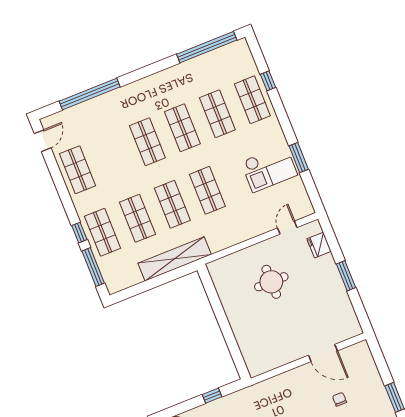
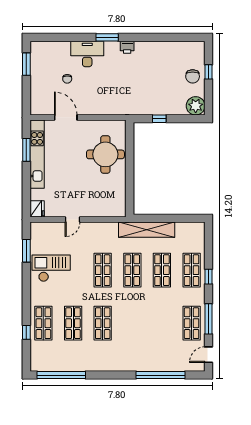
shop shelf: (147, 142) -> (132, 323), removed
window: (299, 158) -> (26, 251), moved
door: (287, 228) -> (73, 220), moved
fridge: (319, 245) -> (37, 209), moved
window: (93, 267) -> (209, 319), moved
window: (346, 276) -> (26, 150), moved
round table: (271, 282) -> (105, 154), moved, width x1.36, depth x1.36
kitchen unit: (340, 296) -> (37, 154), added

